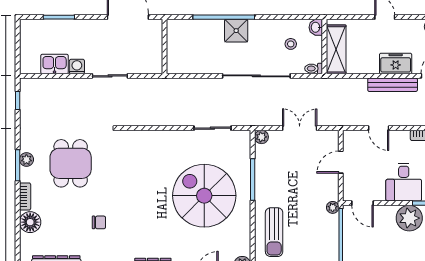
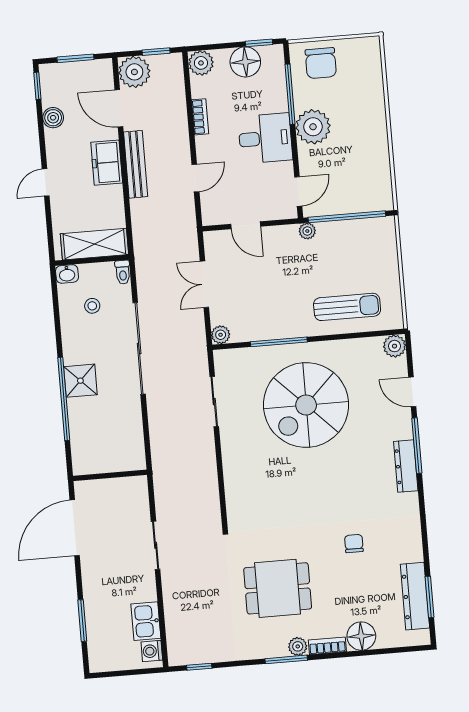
washing machine: (77, 67) -> (152, 651), moved
plant: (26, 160) -> (298, 646), moved

